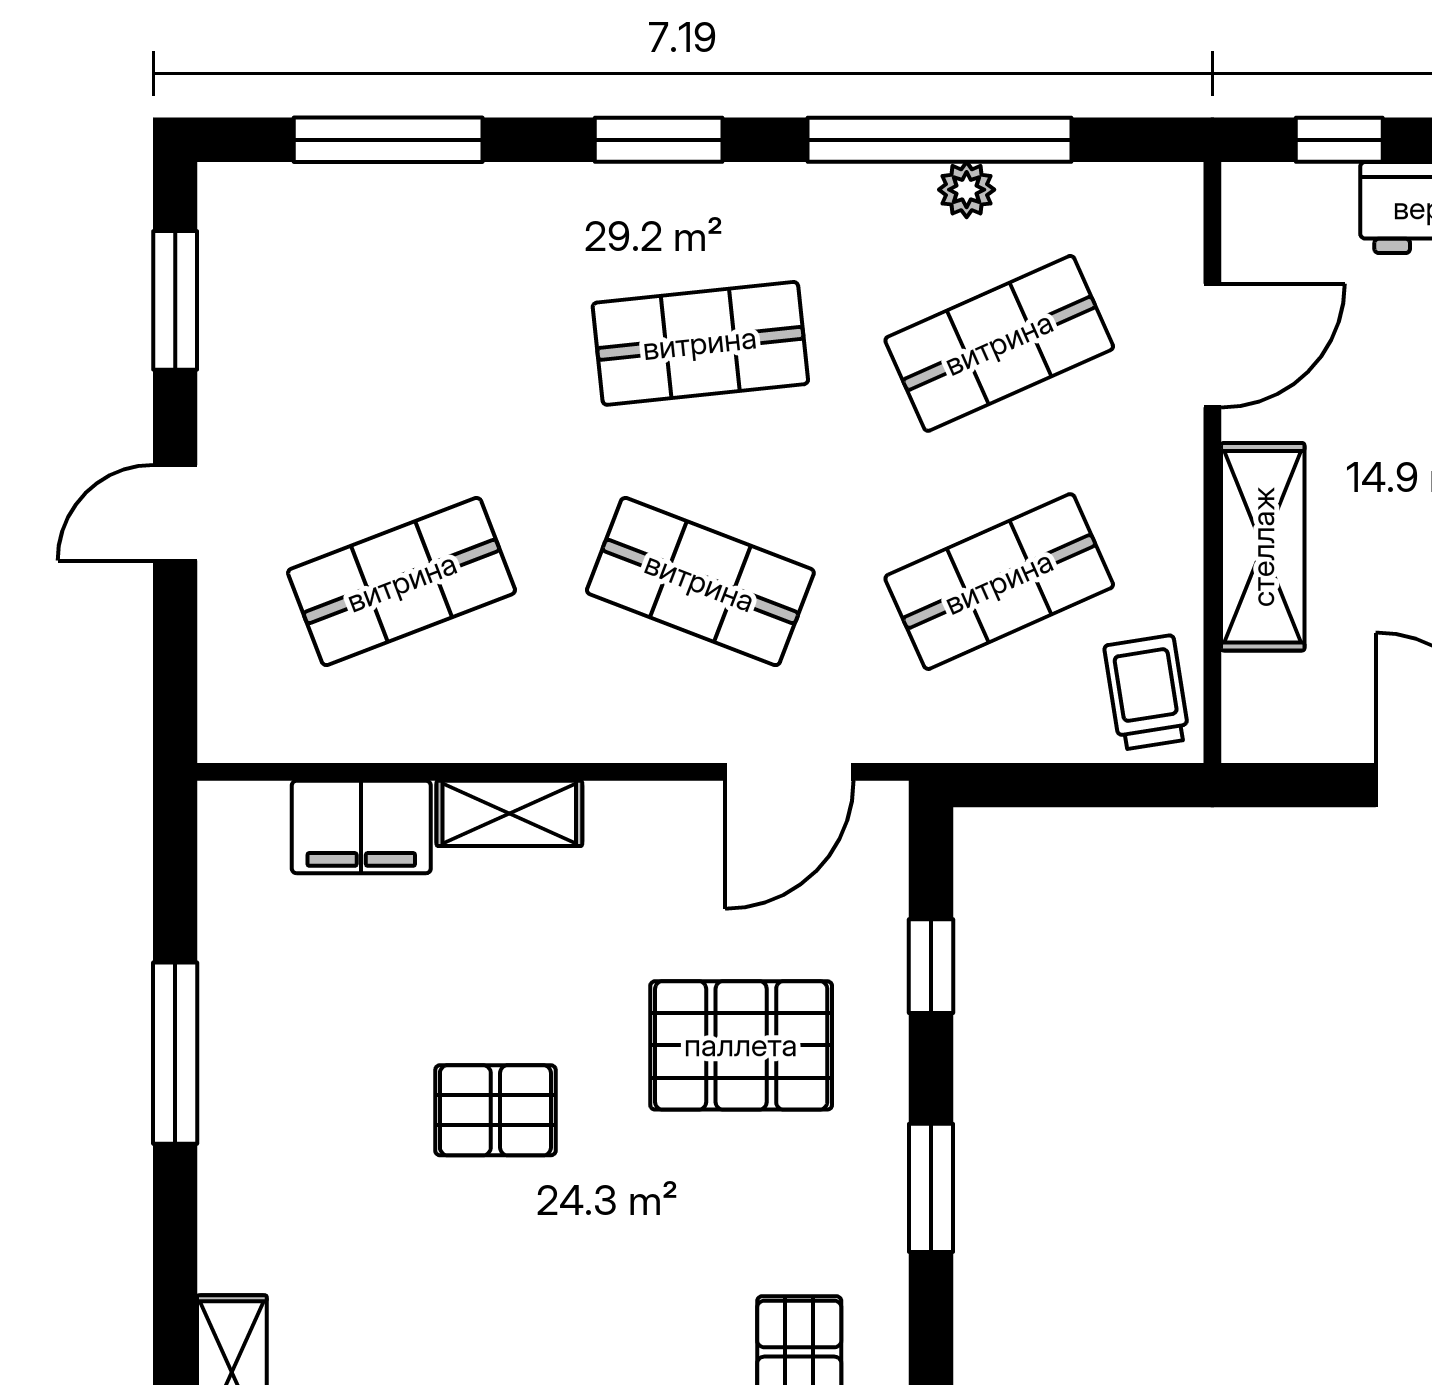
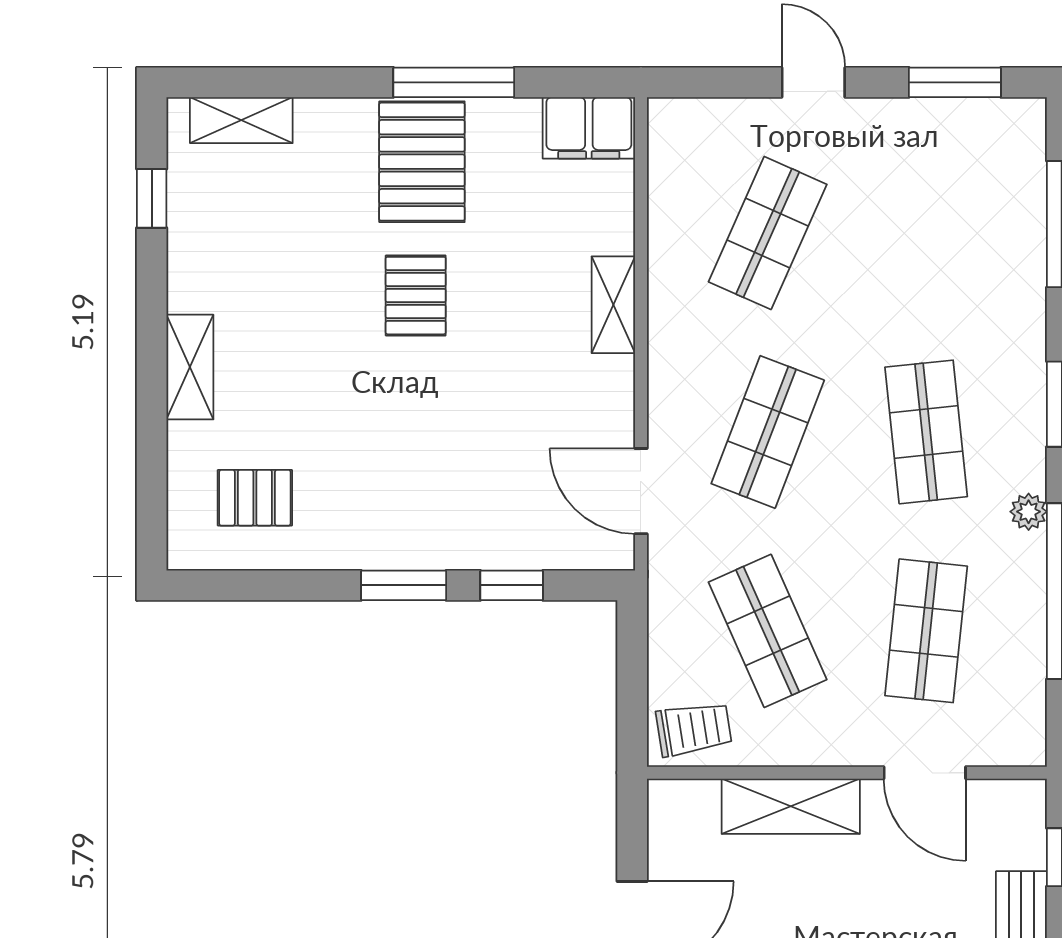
plant: (967, 190) -> (1029, 512), moved
shop shelf: (999, 343) -> (926, 631), turned 30
shop shelf: (402, 582) -> (768, 233), turned 45
filing cabinet: (361, 827) -> (589, 128), moved, turned -90
pallet: (741, 1045) -> (422, 162), moved
window: (931, 1188) -> (404, 585), moved

